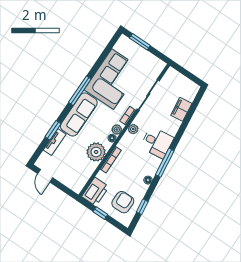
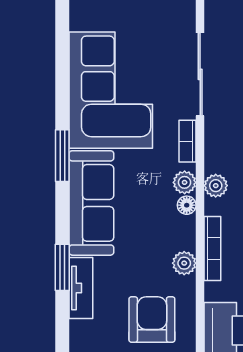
window: (80, 91) -> (62, 156), width x0.69
plant: (133, 129) -> (216, 186), moved
plant: (96, 152) -> (184, 263), width x0.53, depth x0.53
armchair: (72, 170) -> (152, 320), added

